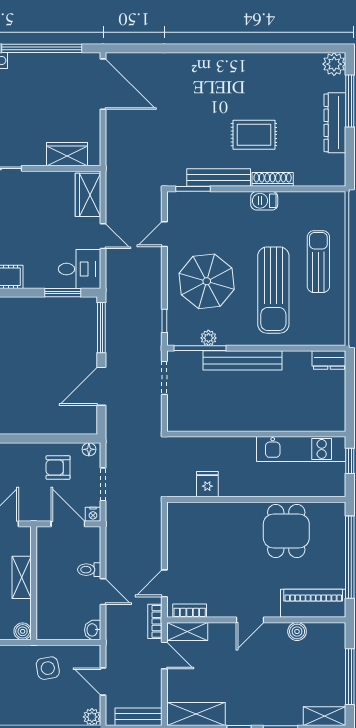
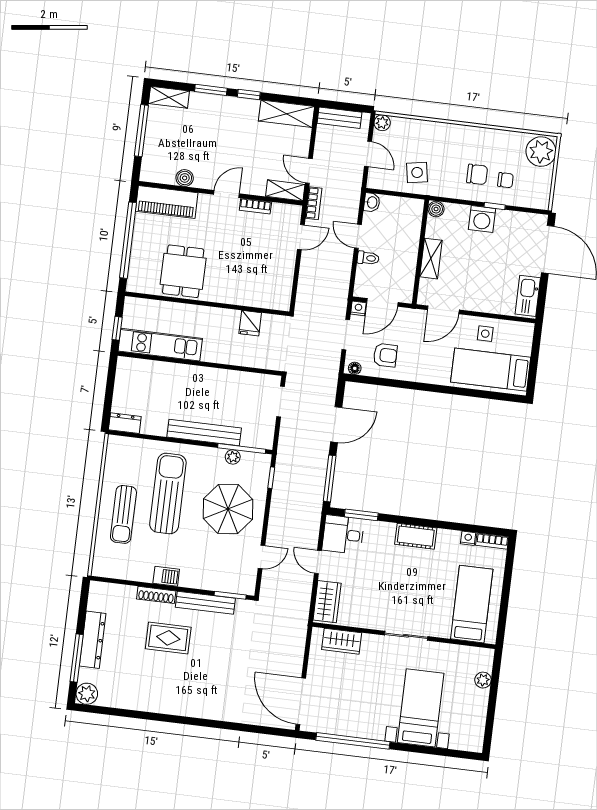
doorway: (164, 378) -> (281, 402), moved
door: (68, 524) -> (382, 302), hinge flipped
bookcase: (190, 611) -> (255, 206), moved

